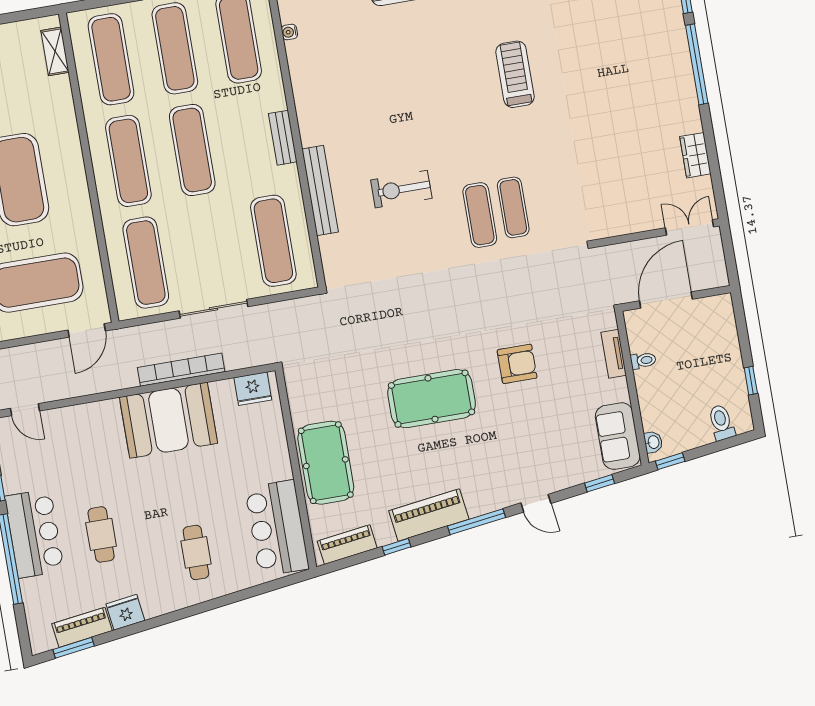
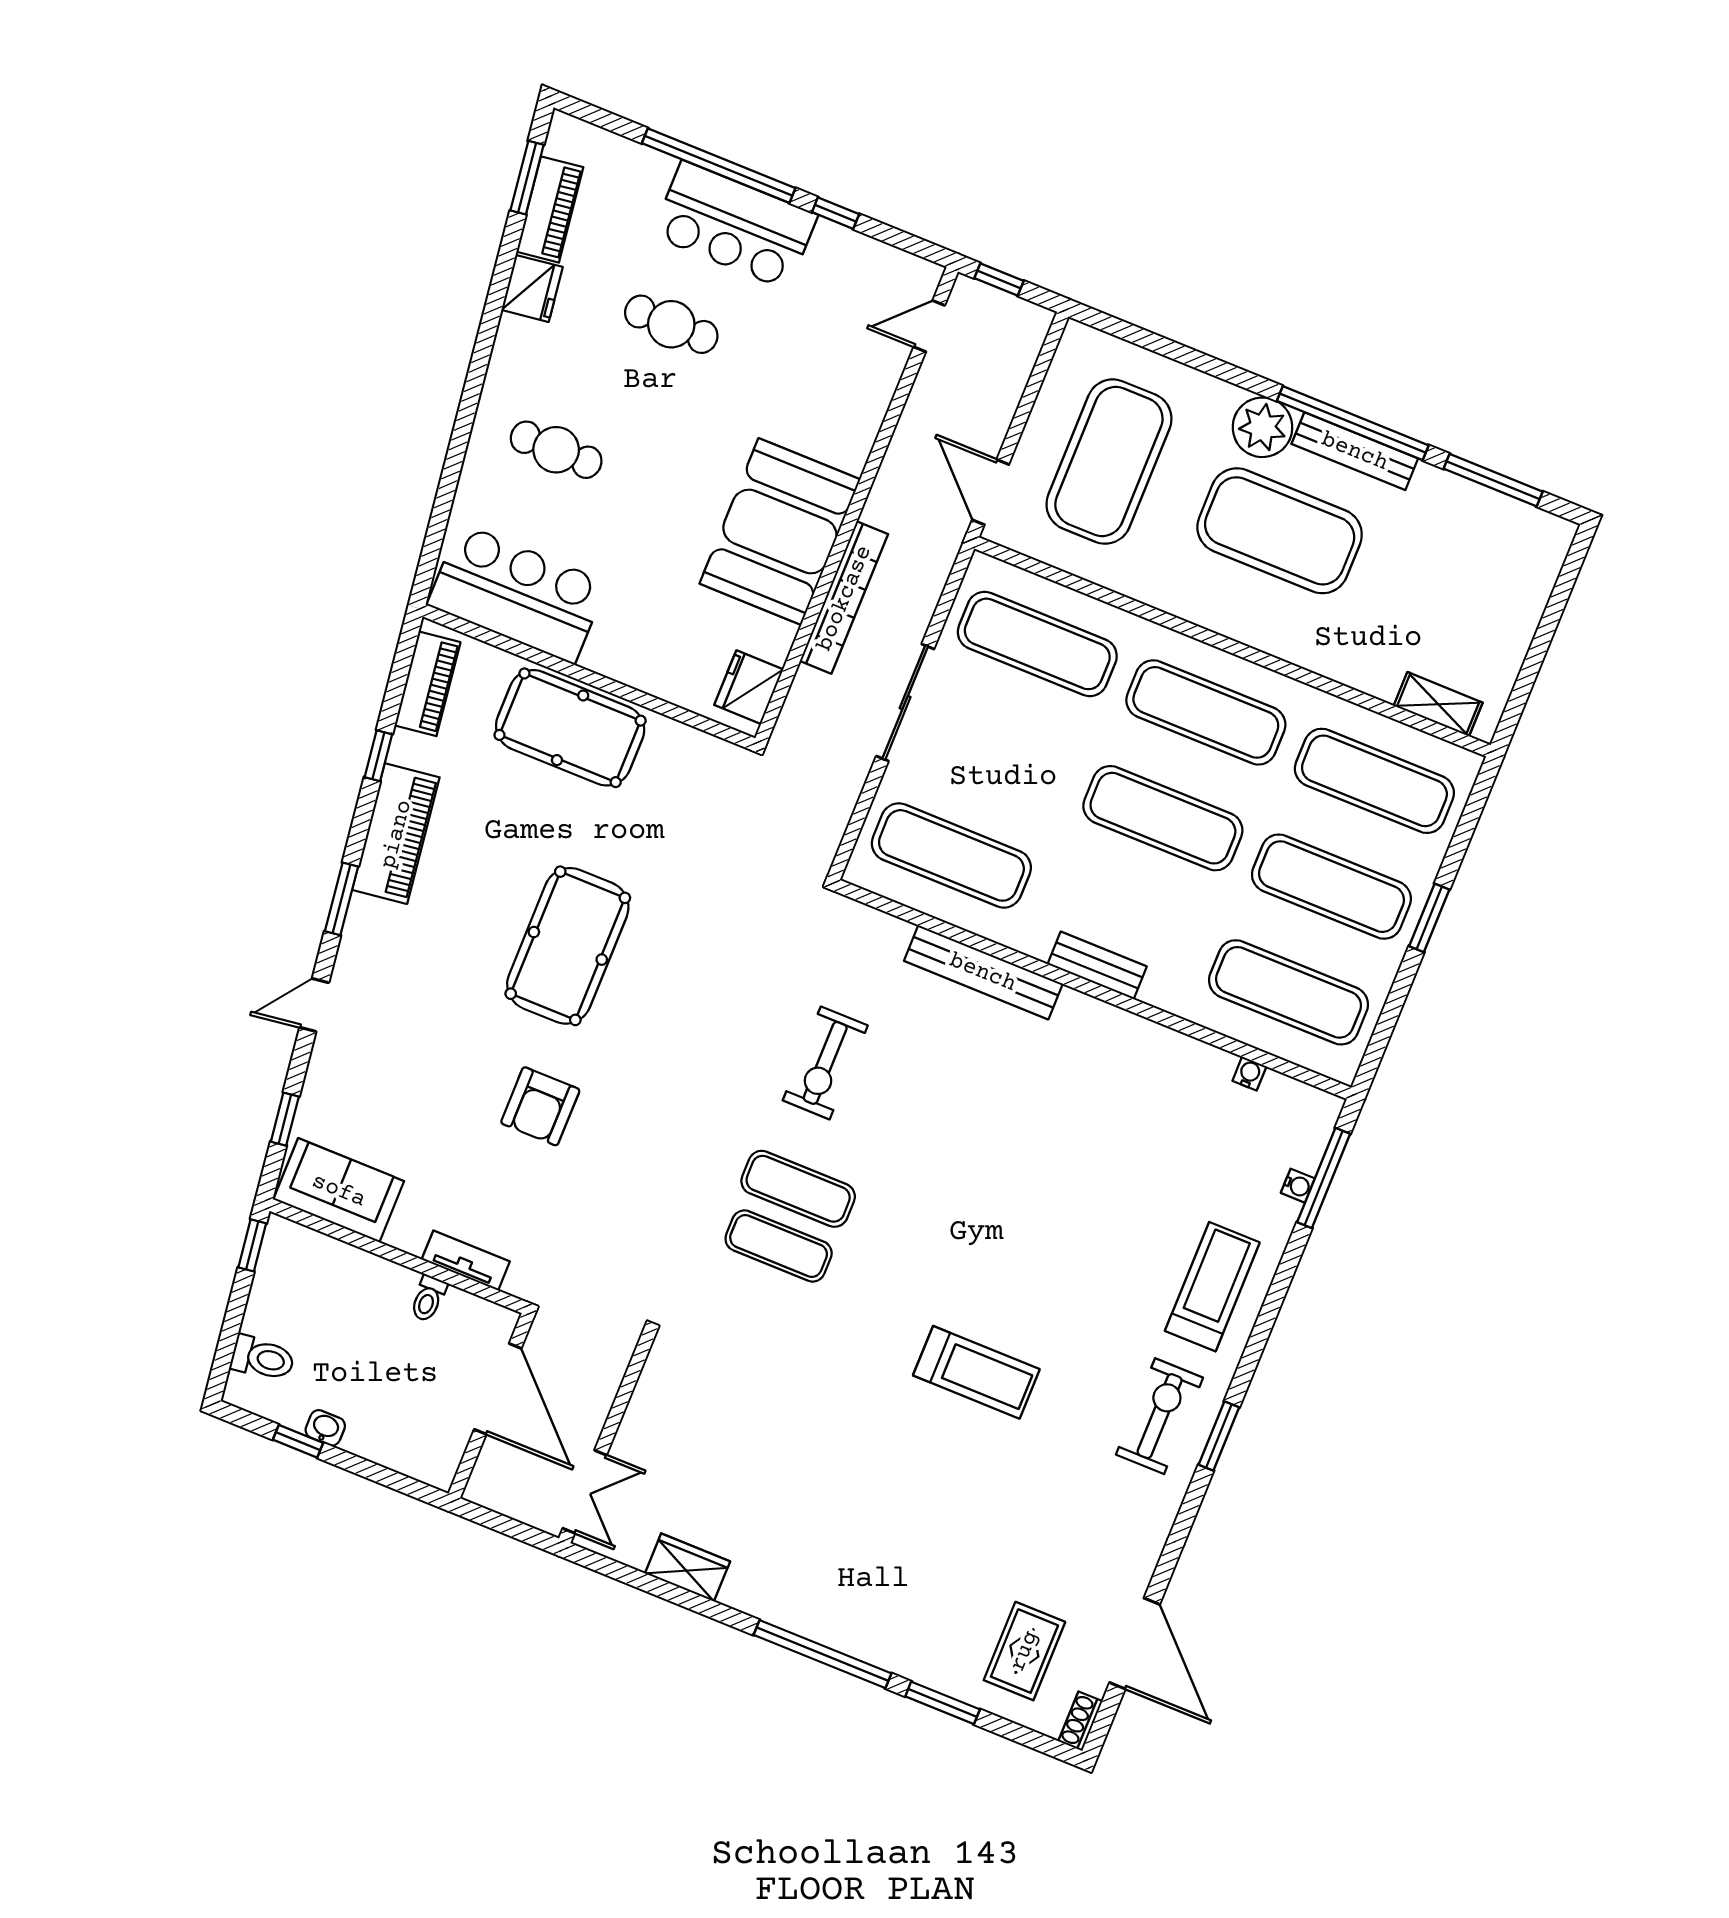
exercise bike: (401, 189) -> (825, 1063), moved, turned 180
washbasin: (653, 442) -> (325, 1428), moved, turned 180
window: (476, 522) -> (341, 899), width x0.69

